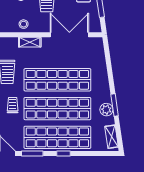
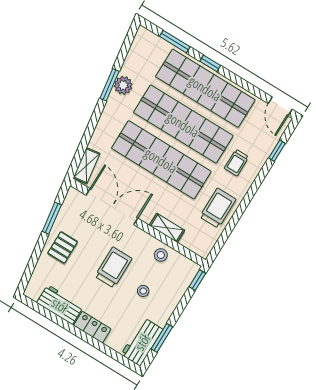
double door: (69, 35) -> (112, 207), swing flipped
shelving: (112, 137) -> (86, 166), moved
window: (32, 154) -> (175, 42), moved

